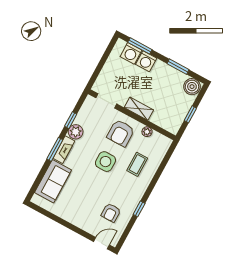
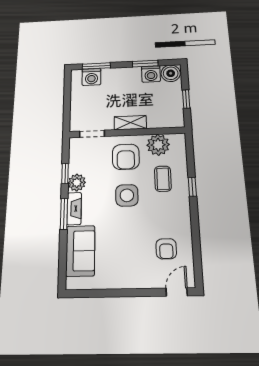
washing machine: (146, 61) -> (151, 74), moved
plant: (147, 132) -> (158, 145), width x1.88, depth x1.88
window: (139, 209) -> (192, 187), moved

